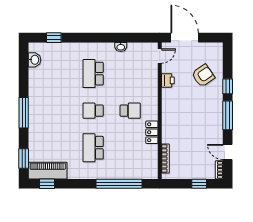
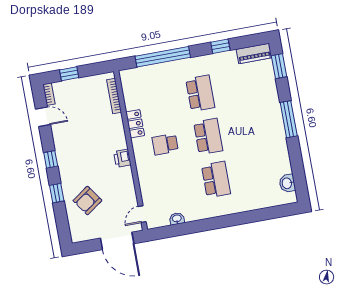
window: (54, 38) -> (270, 213), removed
washbasin: (121, 47) -> (177, 219), moved
printer: (168, 80) -> (122, 158), moved
school desk: (93, 111) -> (208, 136), width x1.85
window: (228, 115) -> (51, 159), width x0.46
piano: (48, 171) -> (254, 53), width x0.73, depth x0.75
window: (47, 184) -> (220, 46), moved

